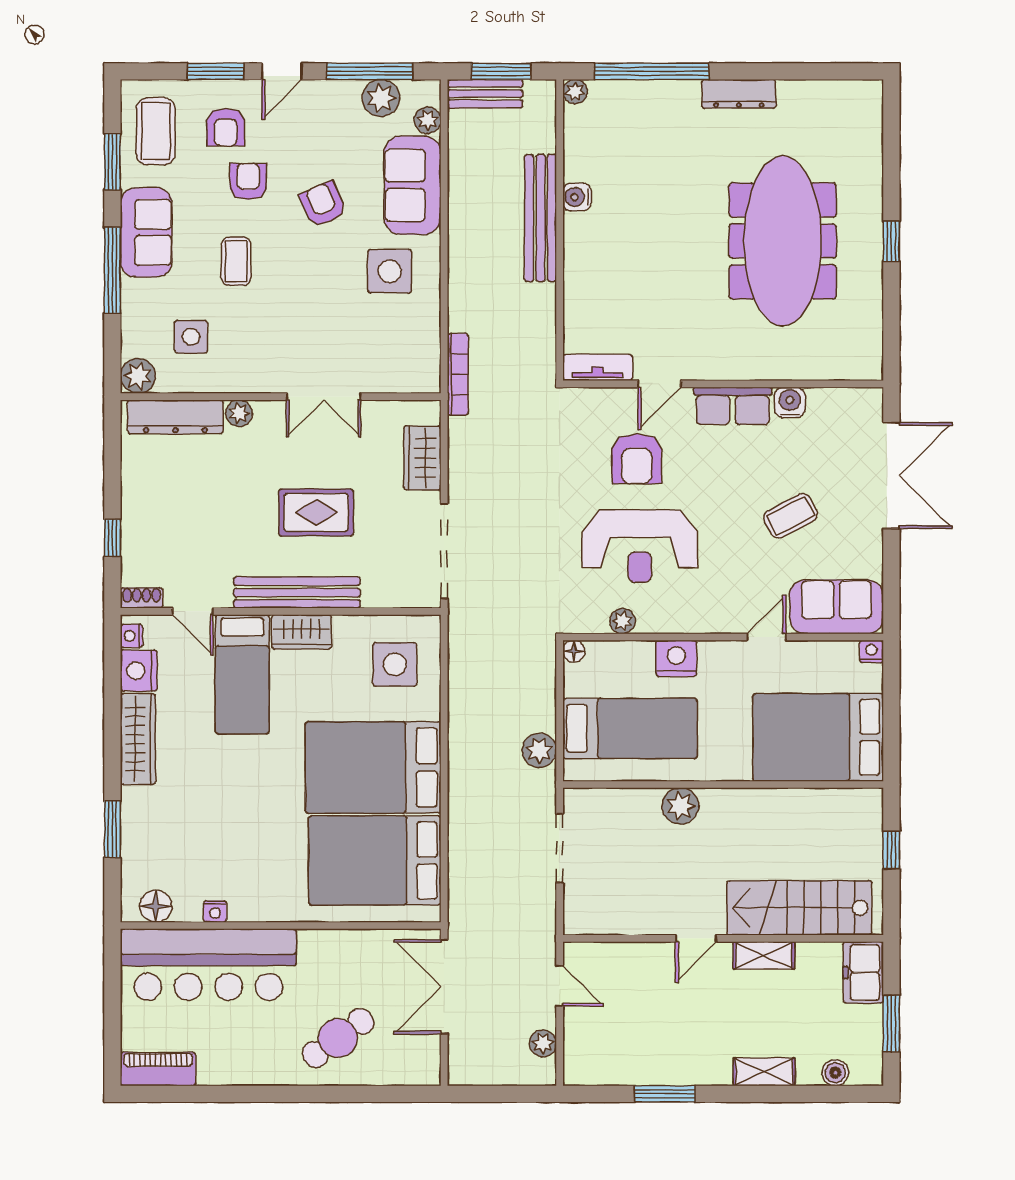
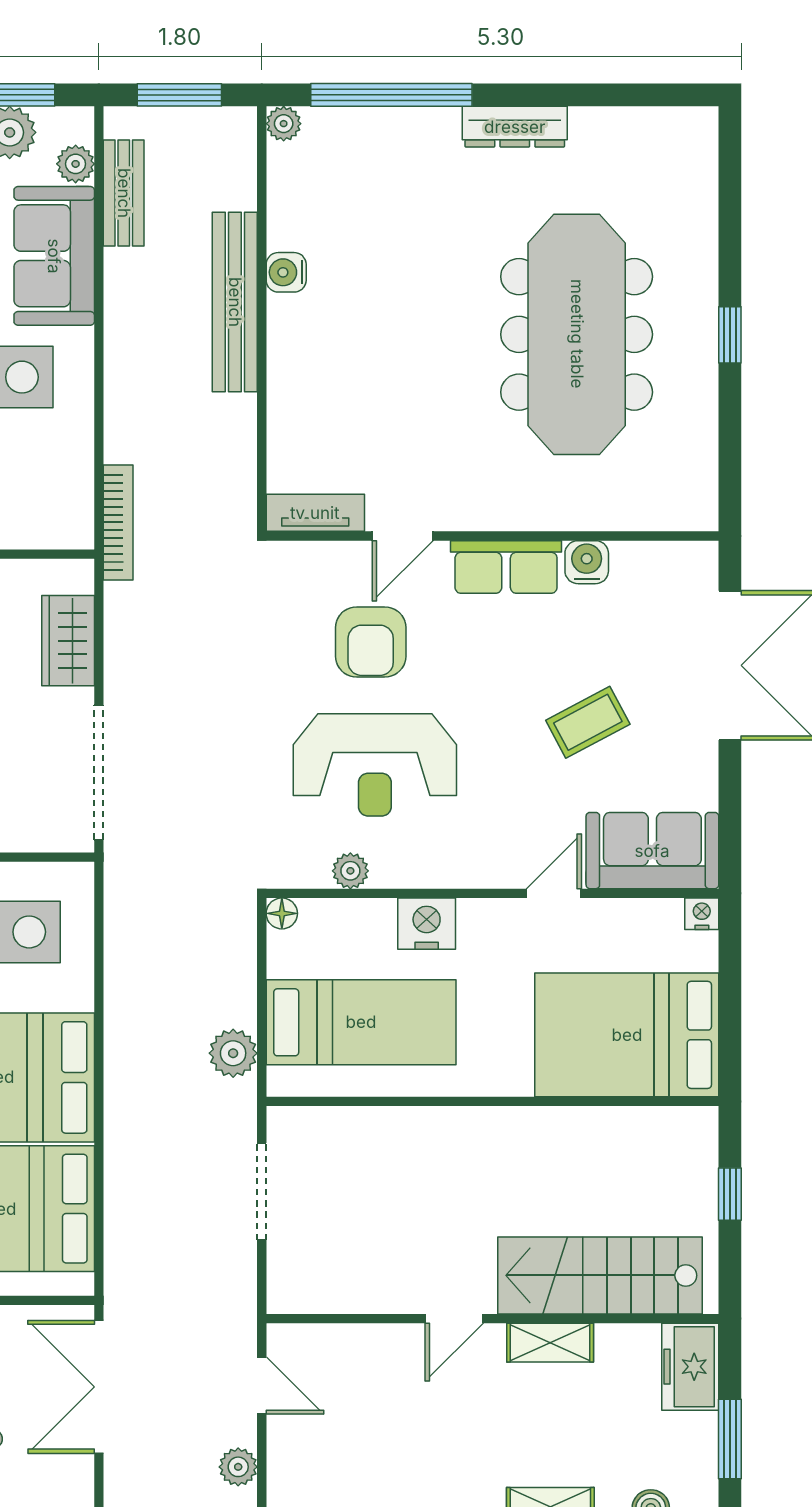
bench: (485, 94) -> (124, 193), moved, turned 90
plant: (680, 806) -> (432, 1132), removed

